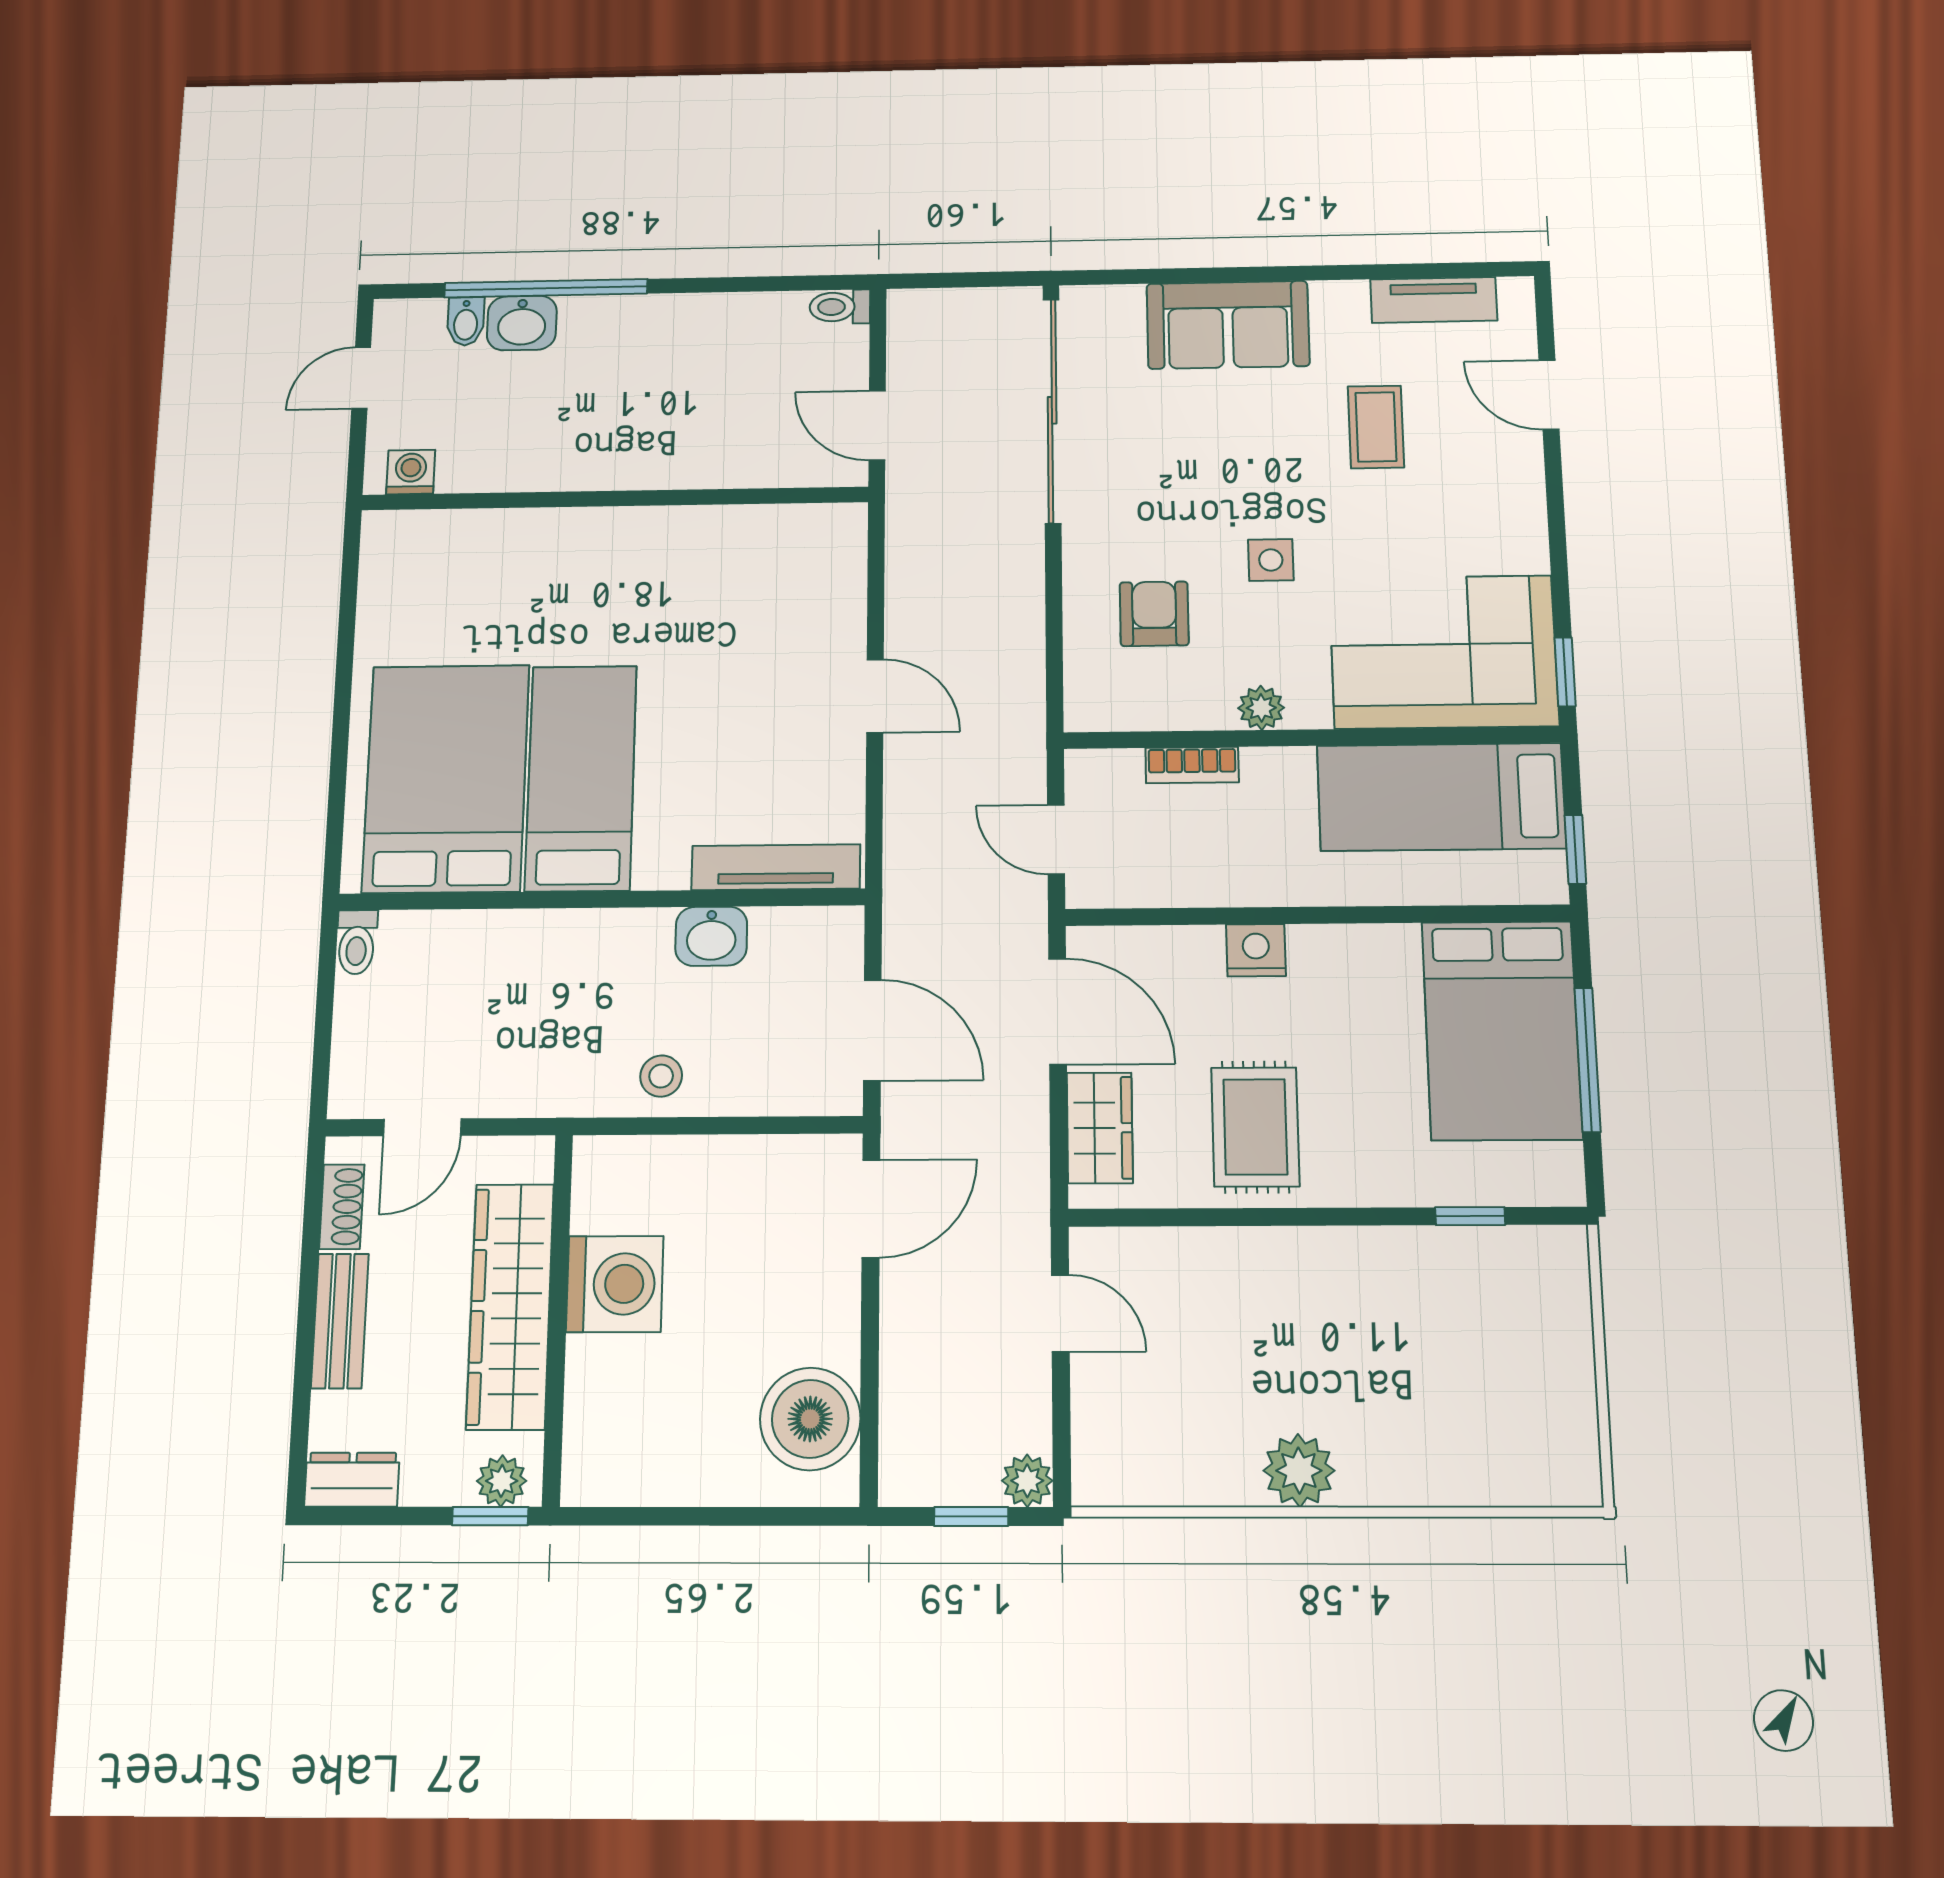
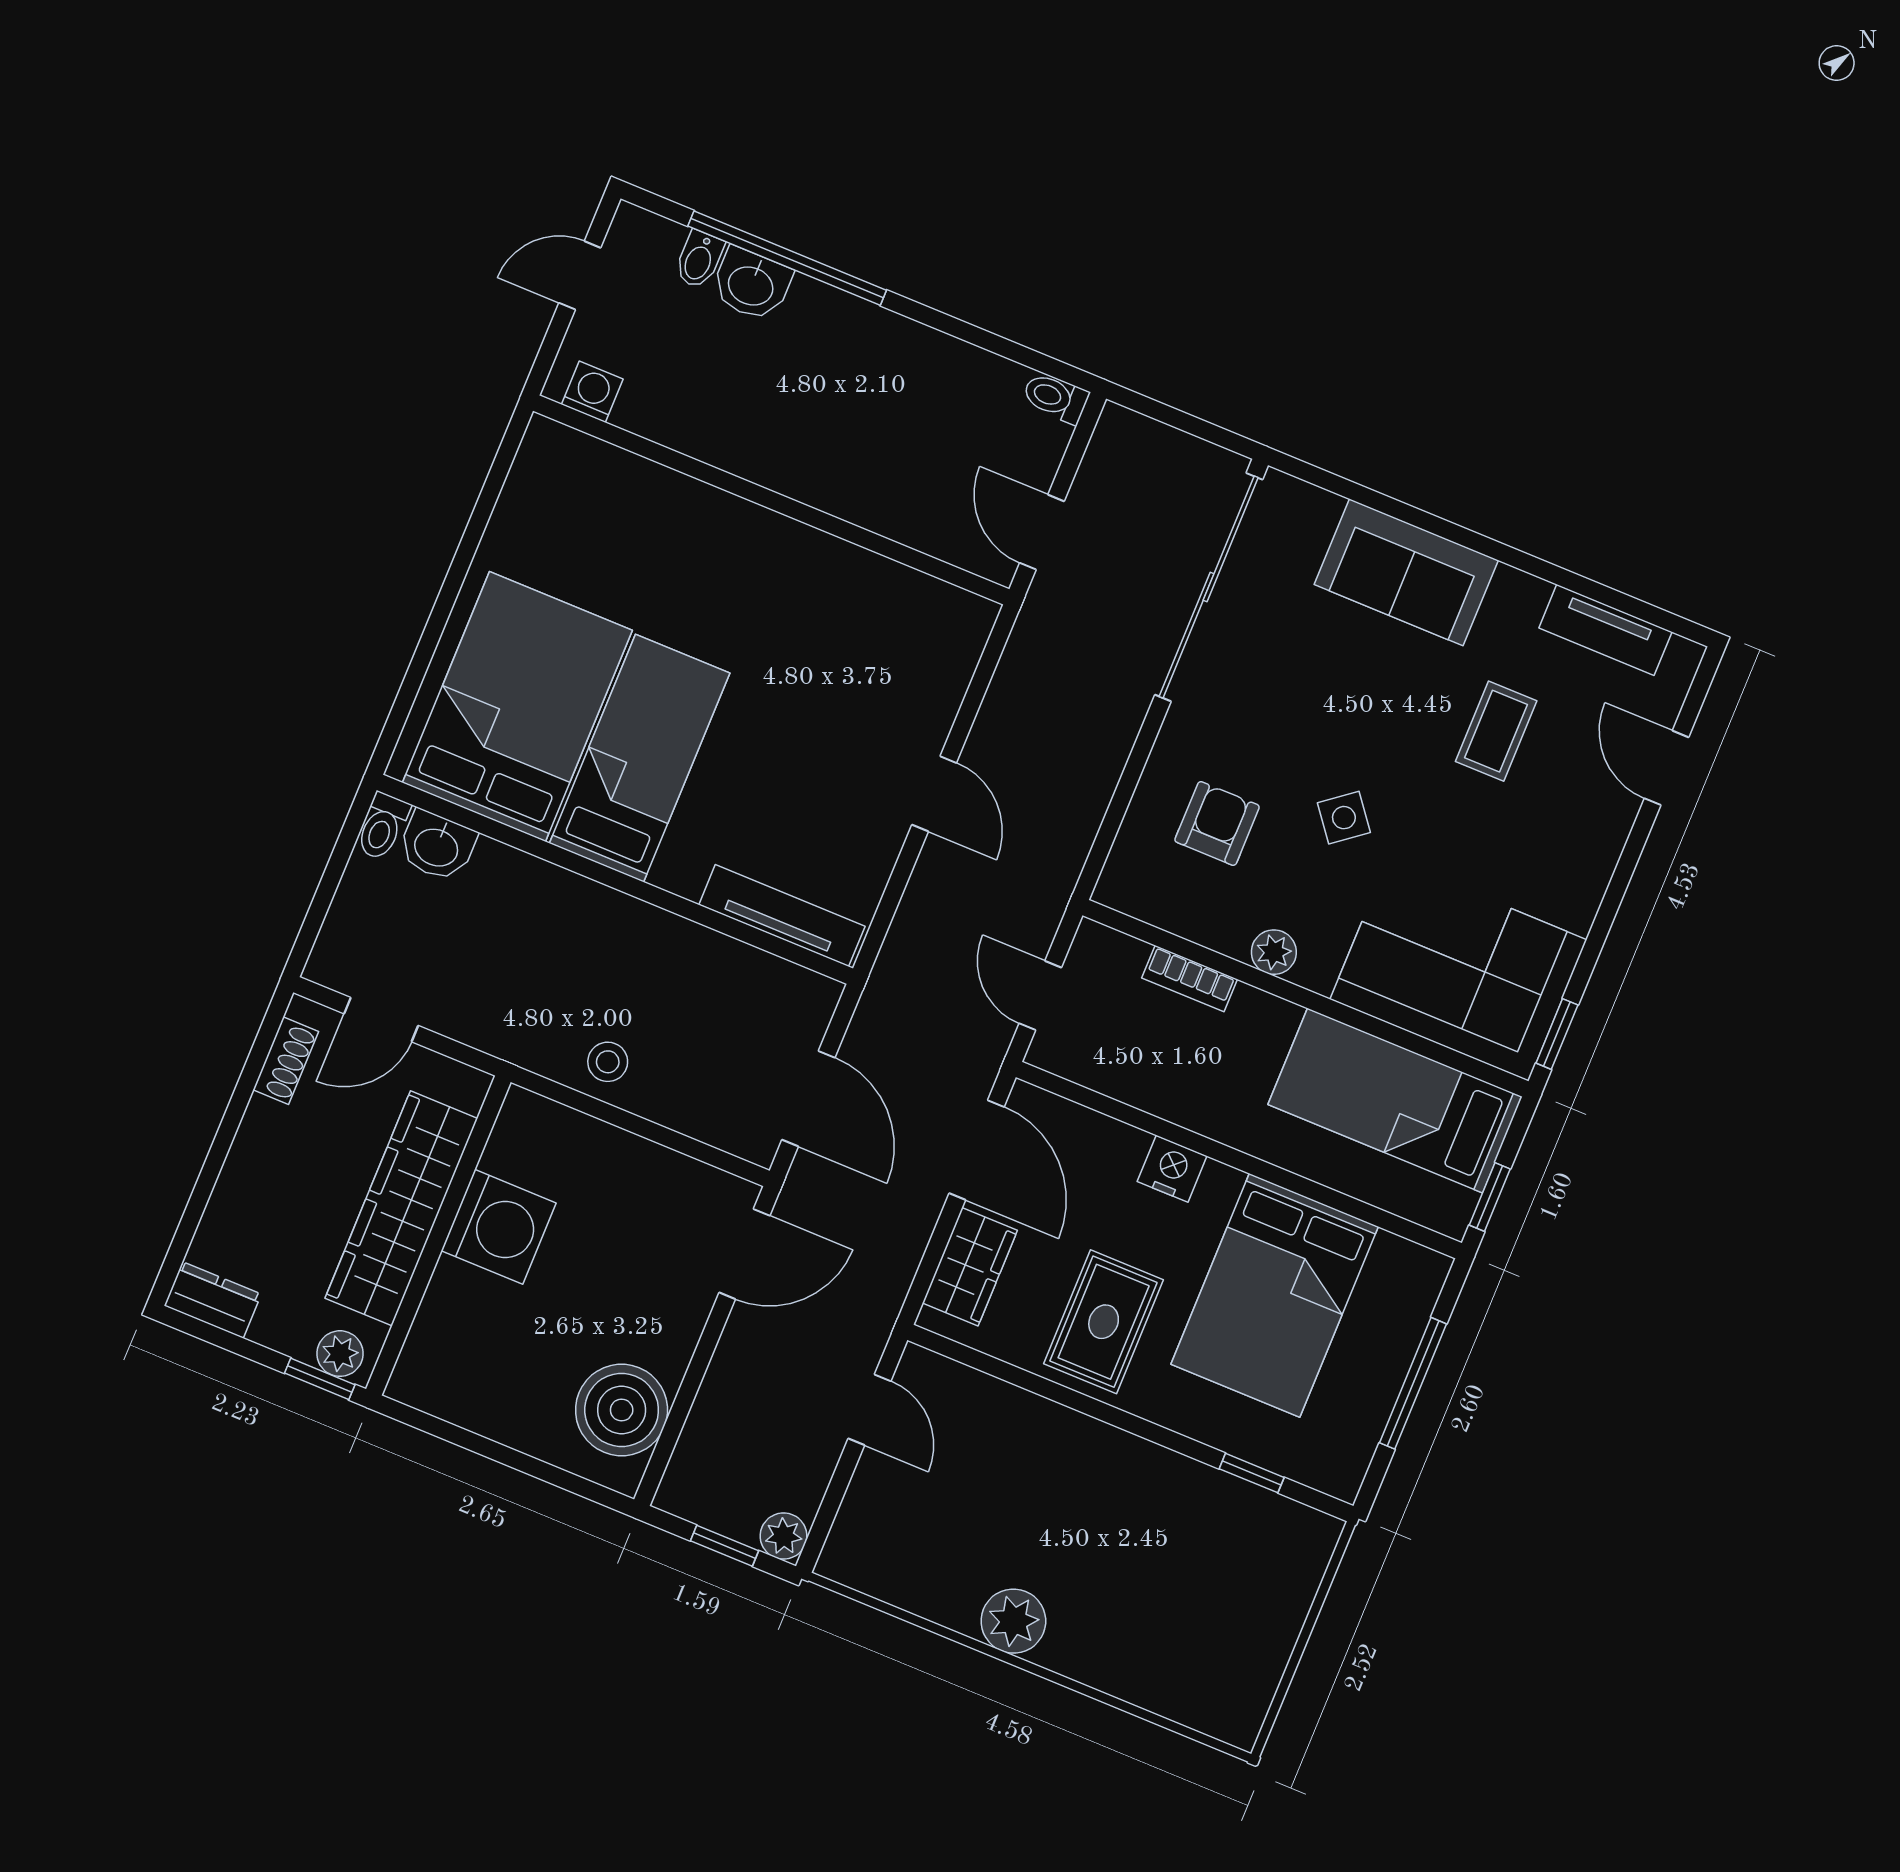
side table: (1271, 560) -> (1344, 818), turned -38
washbasin: (711, 936) -> (437, 846), moved
bed: (1502, 1030) -> (1275, 1295), moved
bench: (340, 1321) -> (250, 1160), removed

